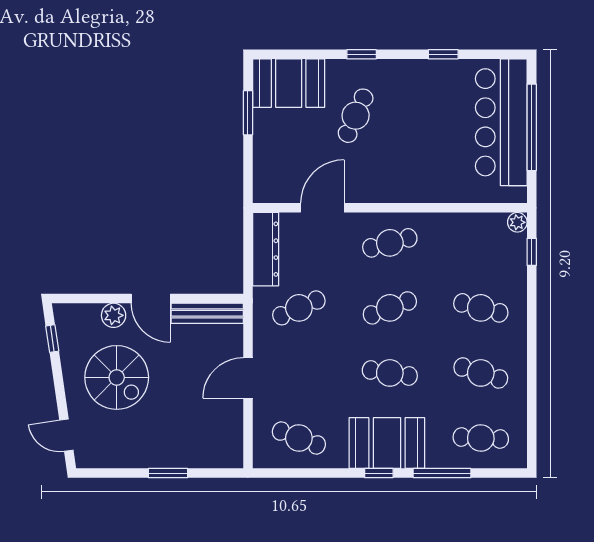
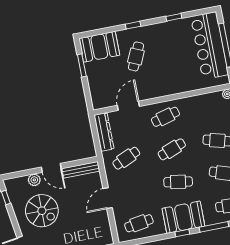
cafe table: (299, 438) -> (139, 223), turned -30

